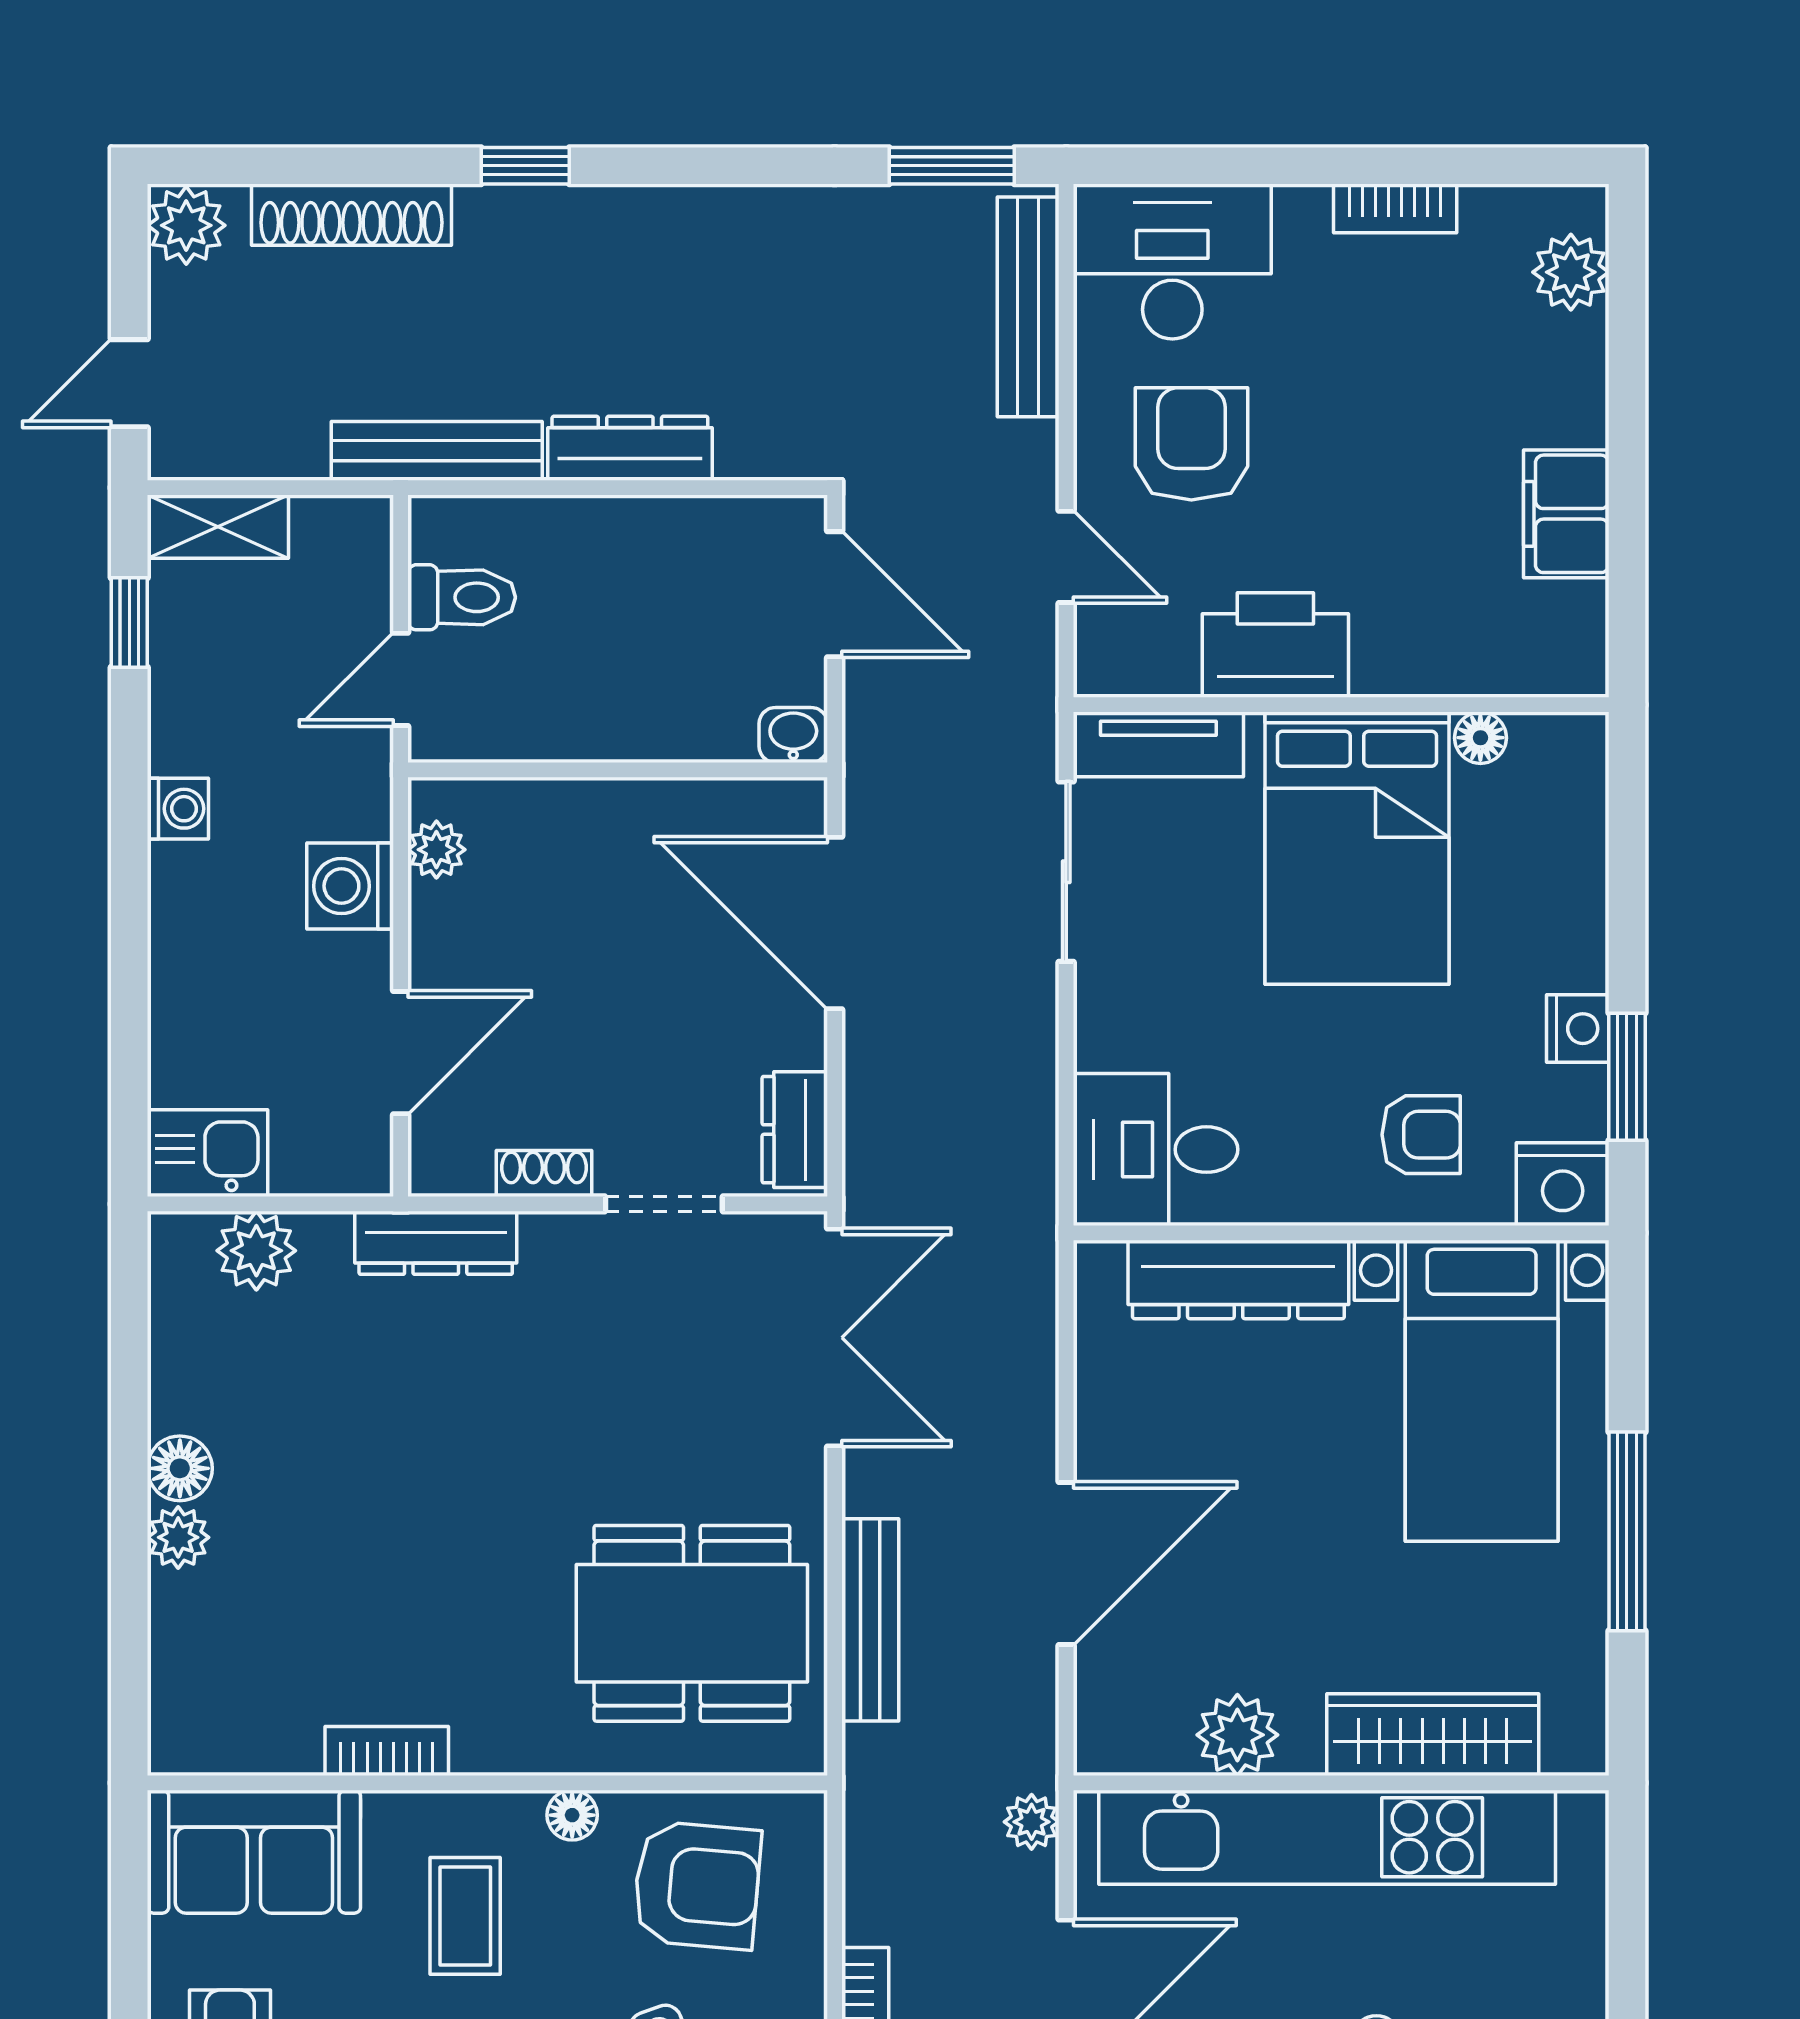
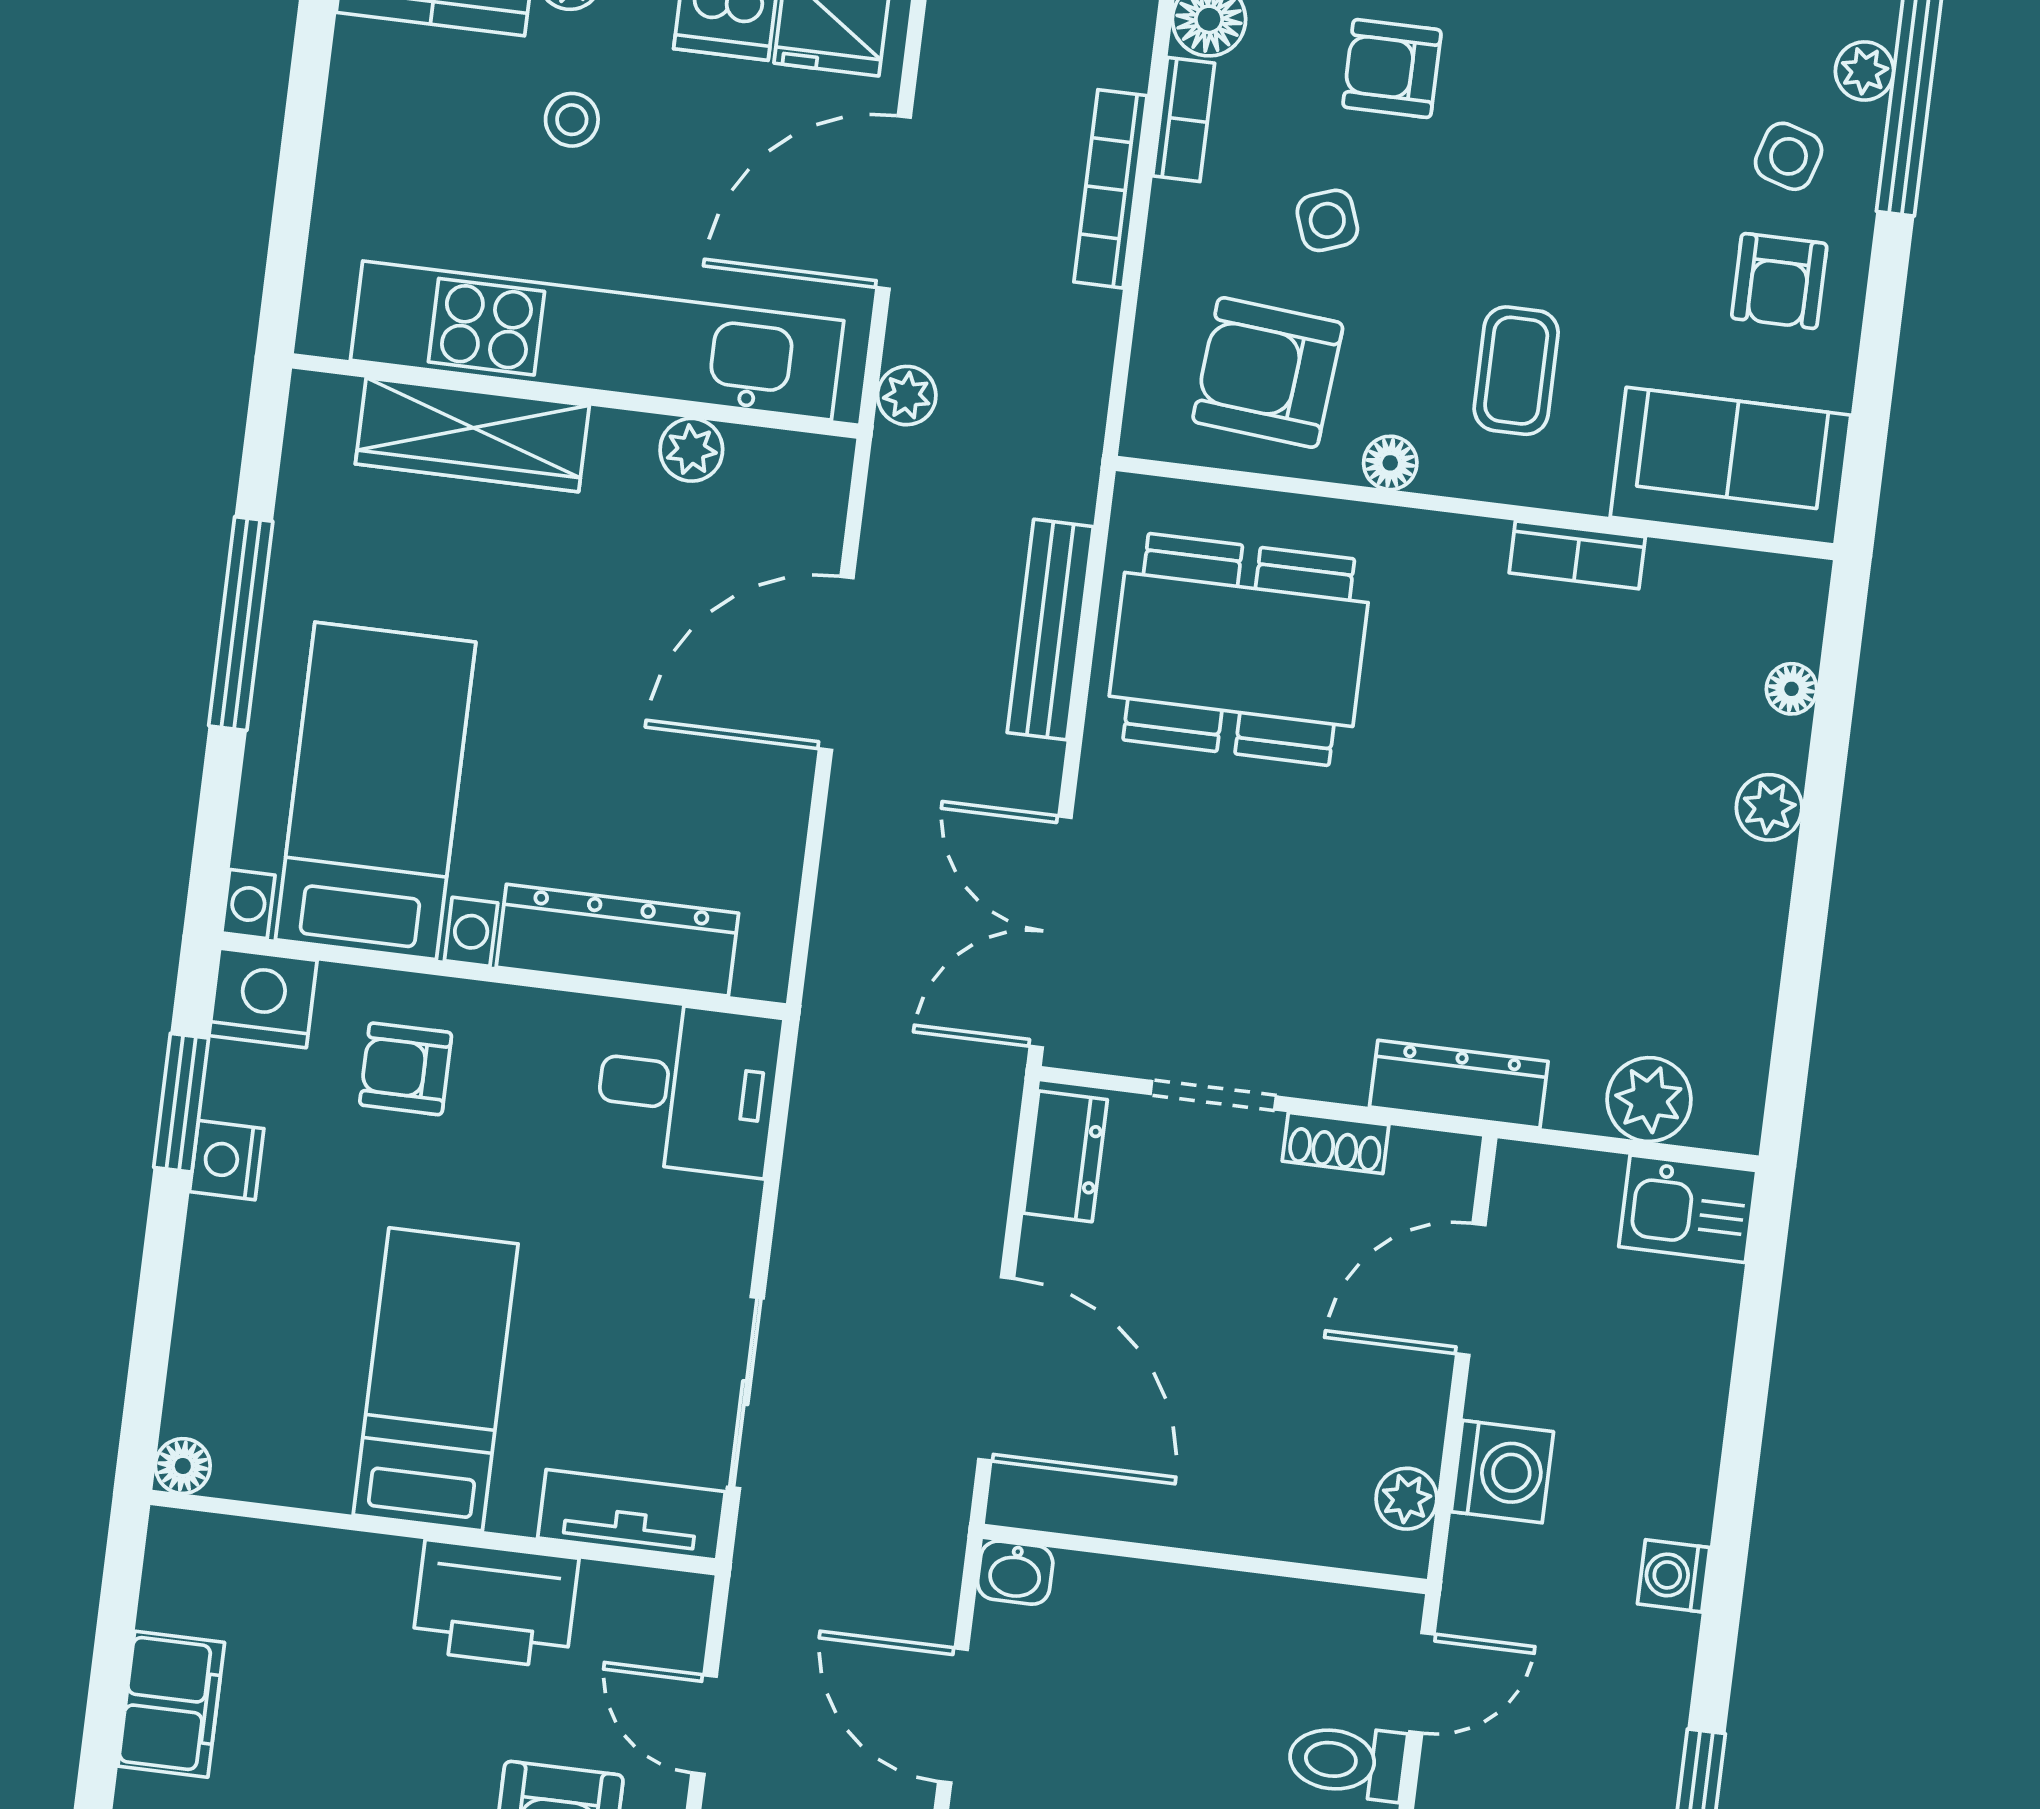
floor lamp: (1480, 738) -> (183, 1466), moved
bed: (1357, 848) -> (436, 1379), width x0.67
floor lamp: (180, 1468) -> (1792, 689), moved, width x0.73, depth x0.73
plant: (1237, 1735) -> (691, 450), width x0.73, depth x0.73

